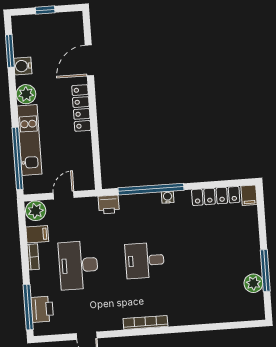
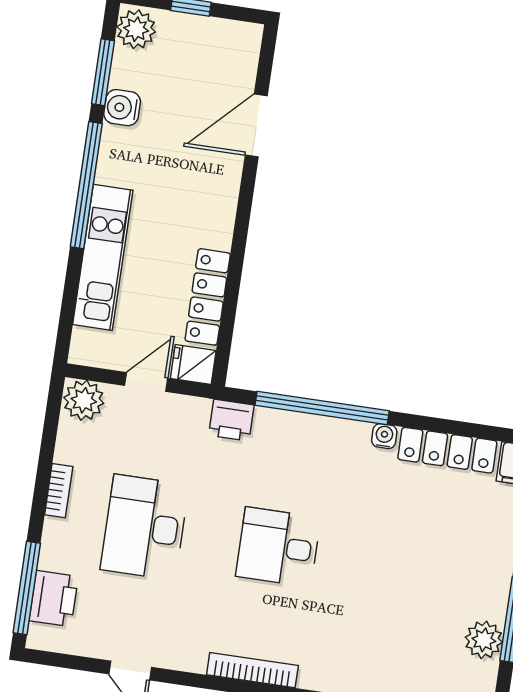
plant: (26, 94) -> (136, 29), moved
locker: (81, 108) -> (208, 297), moved
window: (18, 158) -> (86, 185), moved
fridge: (84, 182) -> (193, 364), added
water cooler: (168, 197) -> (384, 436), moved
filing cabinet: (37, 234) -> (77, 448), removed

